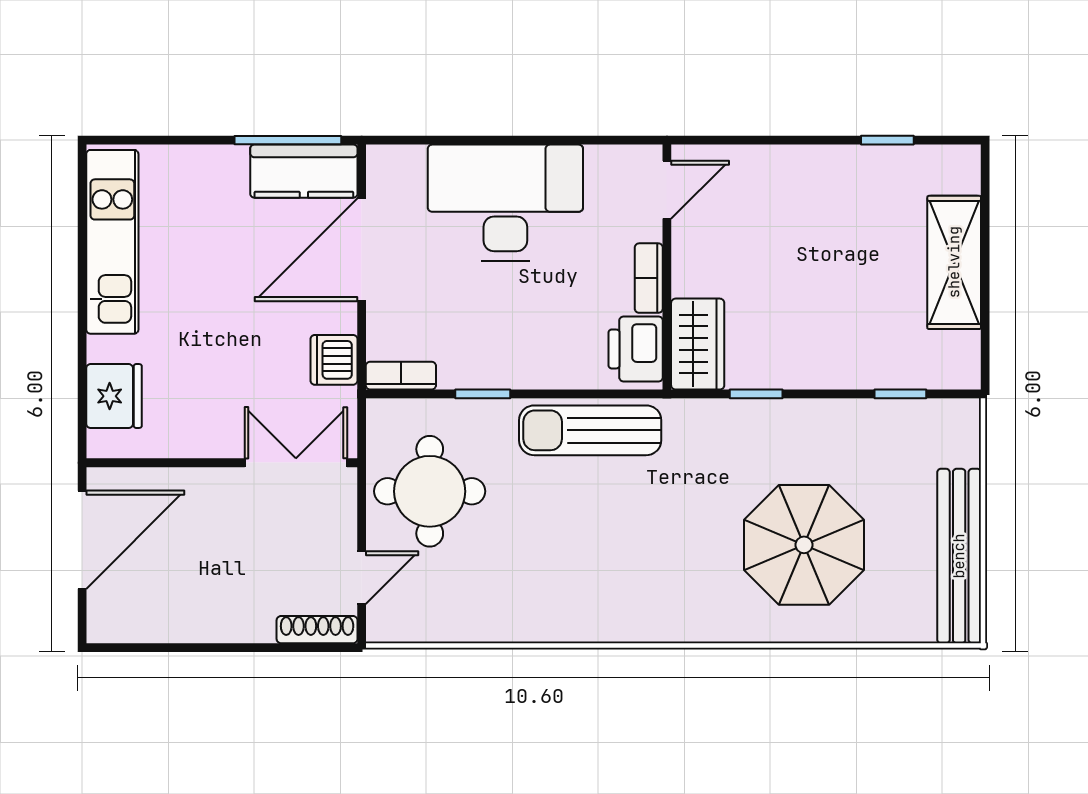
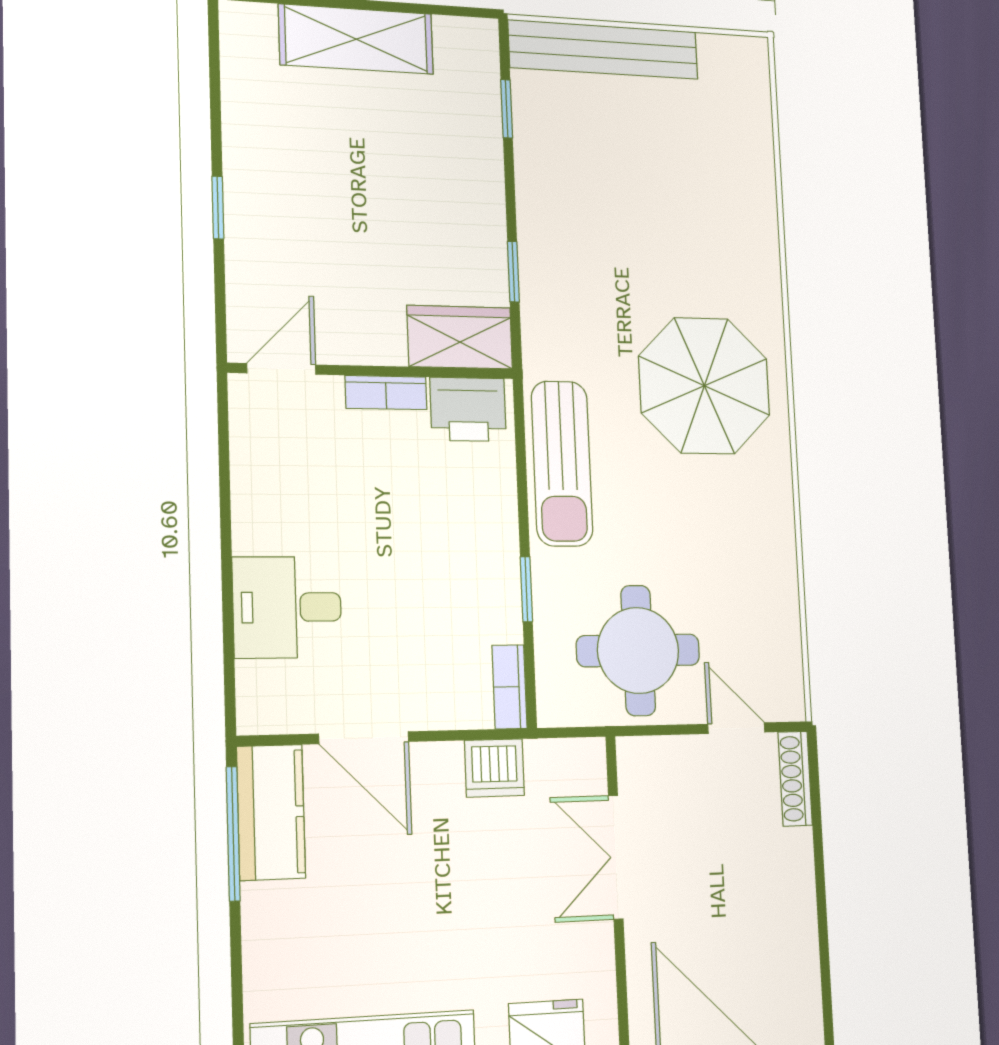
window: (887, 140) -> (218, 208), moved
door: (667, 190) -> (281, 369), hinge flipped
desk: (505, 203) -> (287, 607), width x0.53, depth x0.77
door: (362, 250) -> (364, 738), width x0.73
double door: (296, 463) -> (616, 857), moved
parasol: (804, 545) -> (704, 386), moved
bench: (959, 556) -> (604, 50), moved

